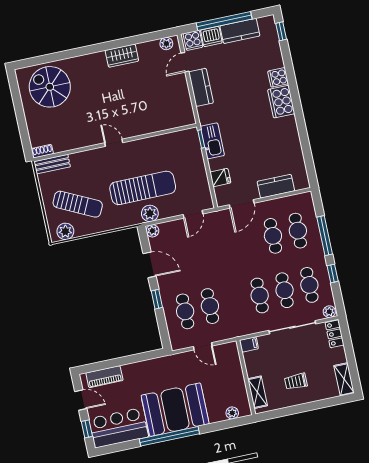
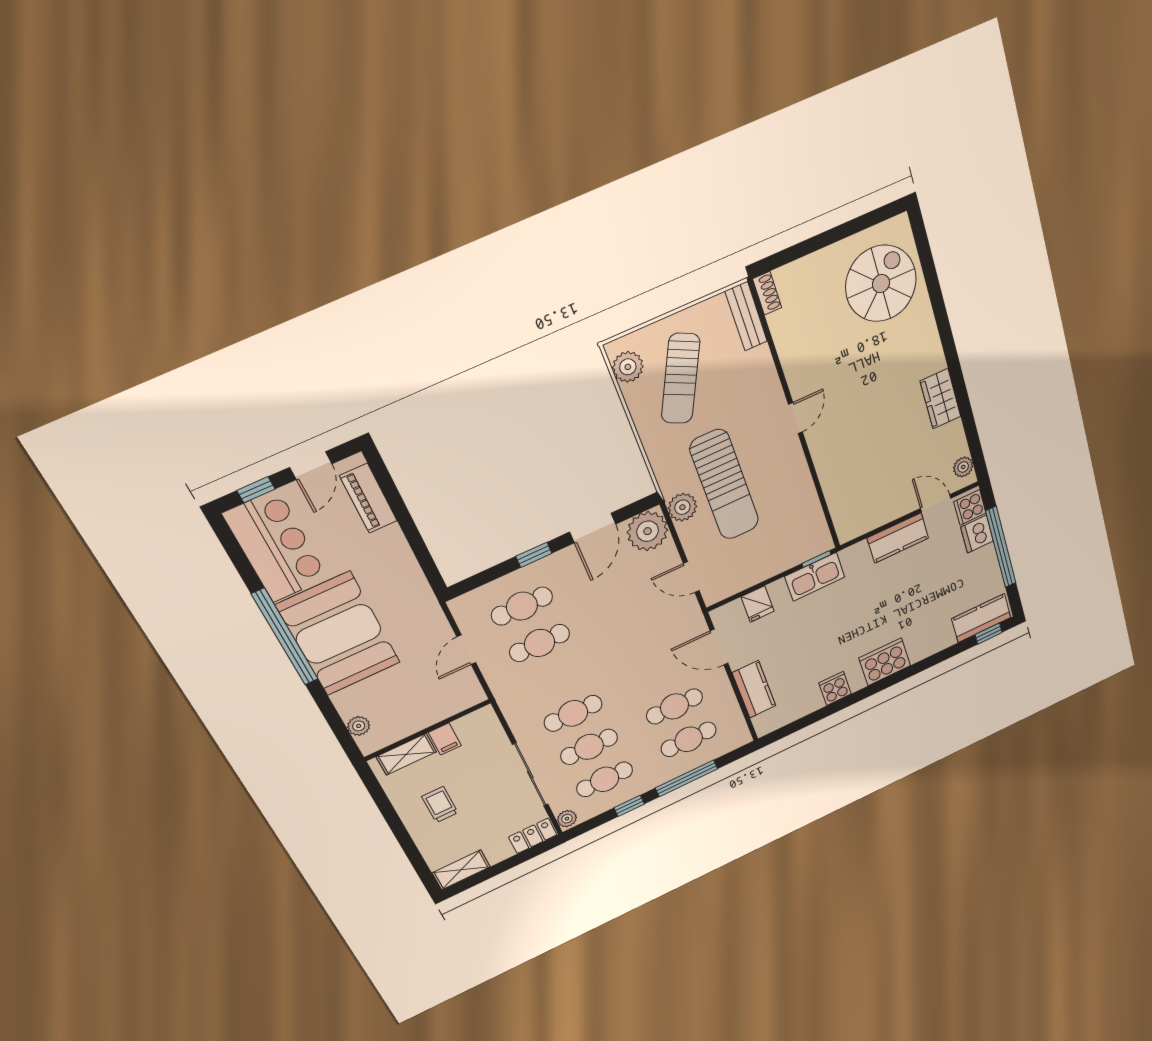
kitchen counter: (240, 31) -> (981, 618), moved, turned 90
cooker: (278, 77) -> (835, 688), moved
plant: (152, 231) -> (648, 531), width x1.88, depth x1.88
filing cabinet: (249, 344) -> (445, 739), moved

